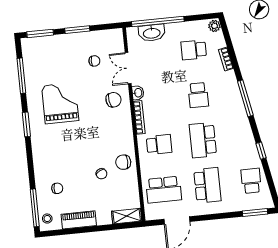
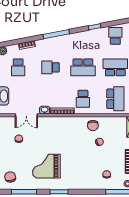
school desk: (198, 95) -> (51, 67), turned 180
chair: (113, 100) -> (10, 177), moved
school desk: (159, 145) -> (83, 99), turned 180
school desk: (251, 181) -> (115, 36), turned 90

